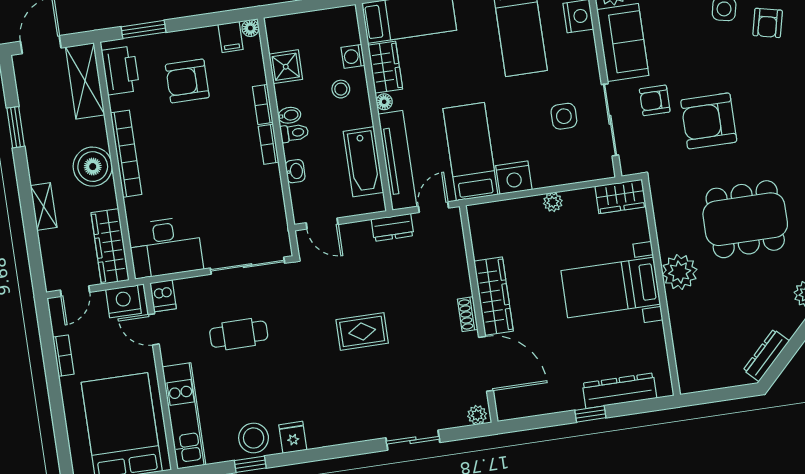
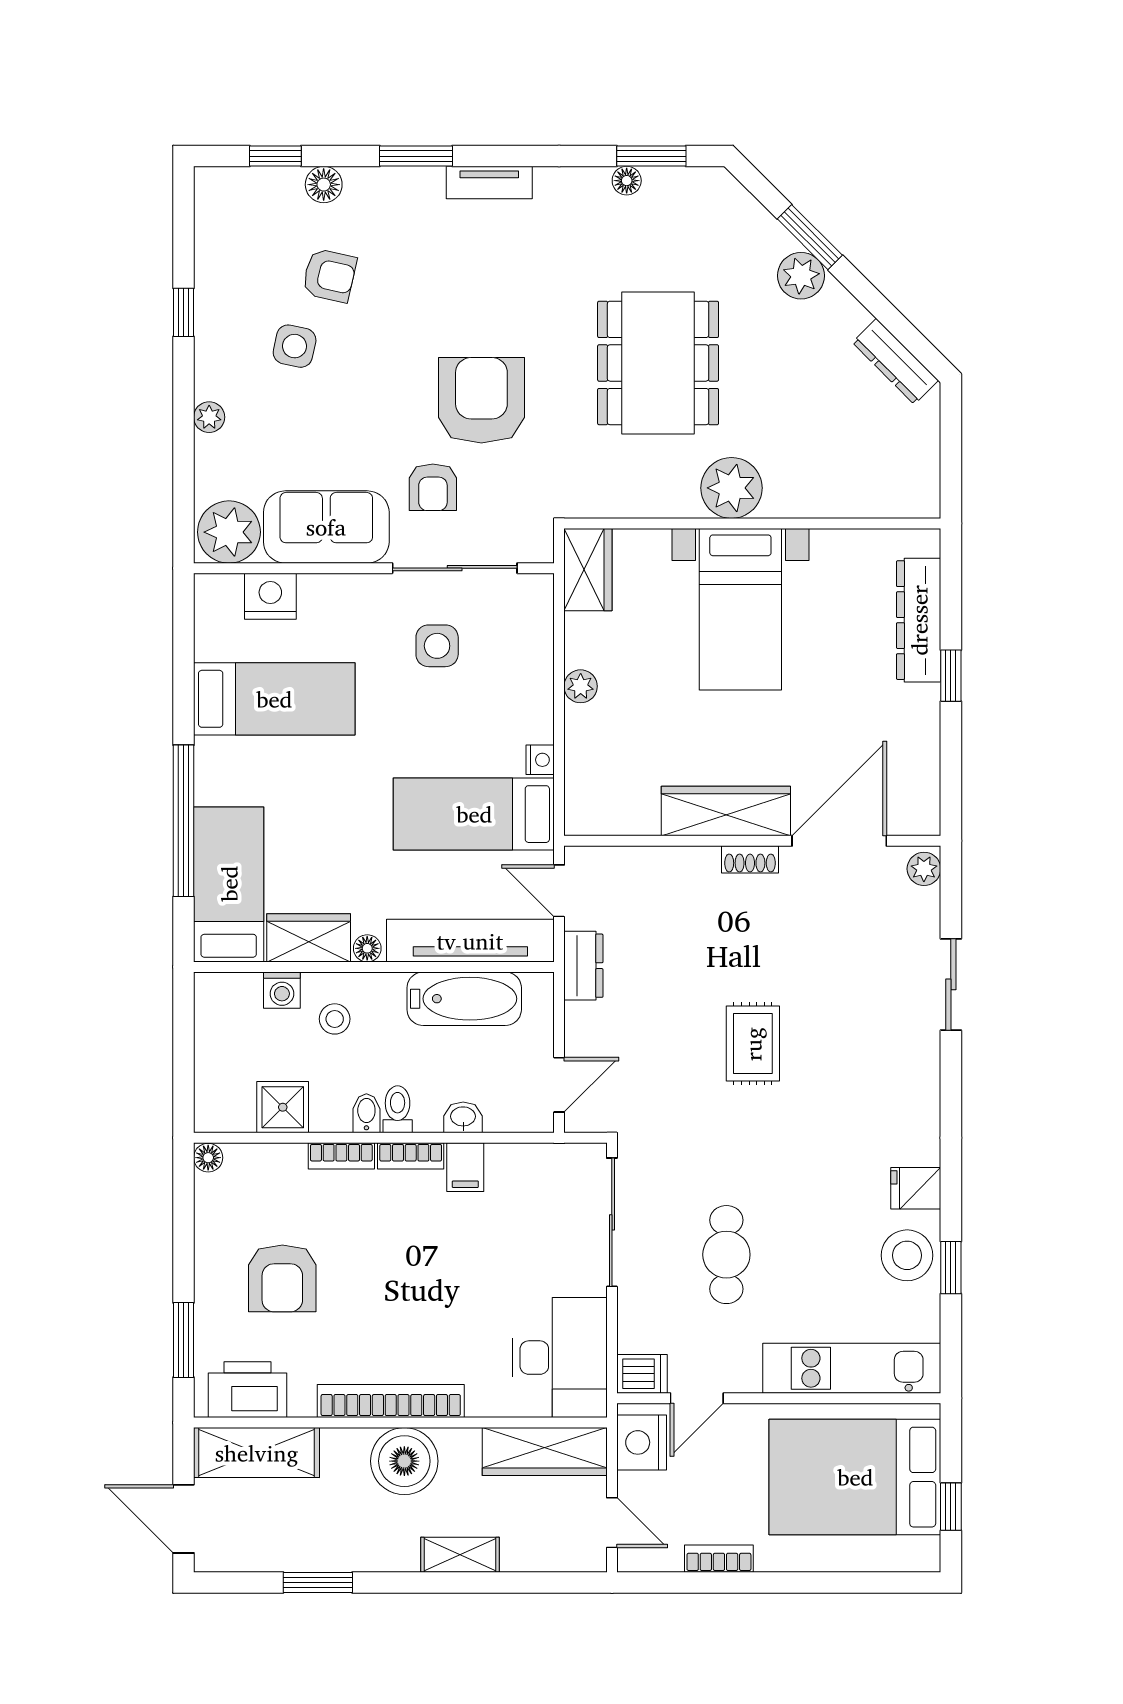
filing cabinet: (231, 37) -> (465, 1167), moved, turned 90
armchair: (709, 121) -> (481, 400), turned 180
nightstand: (514, 178) -> (540, 760), width x0.53, depth x0.56

